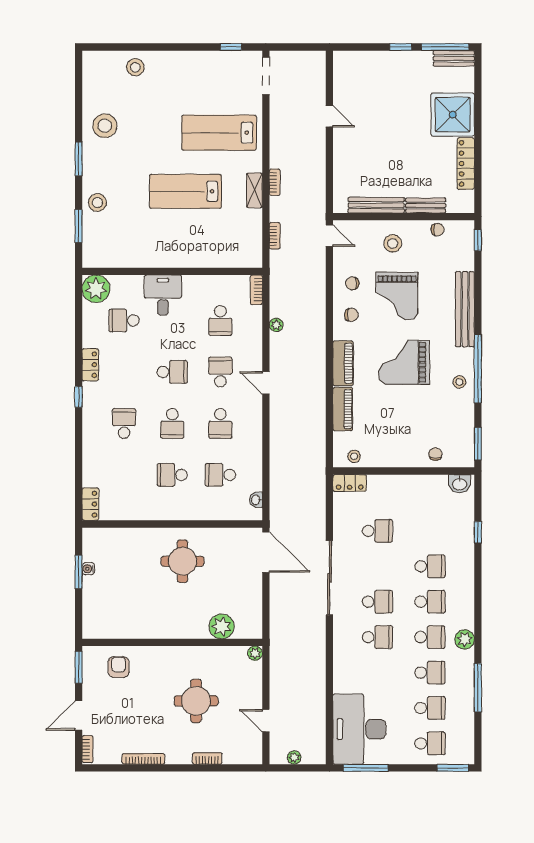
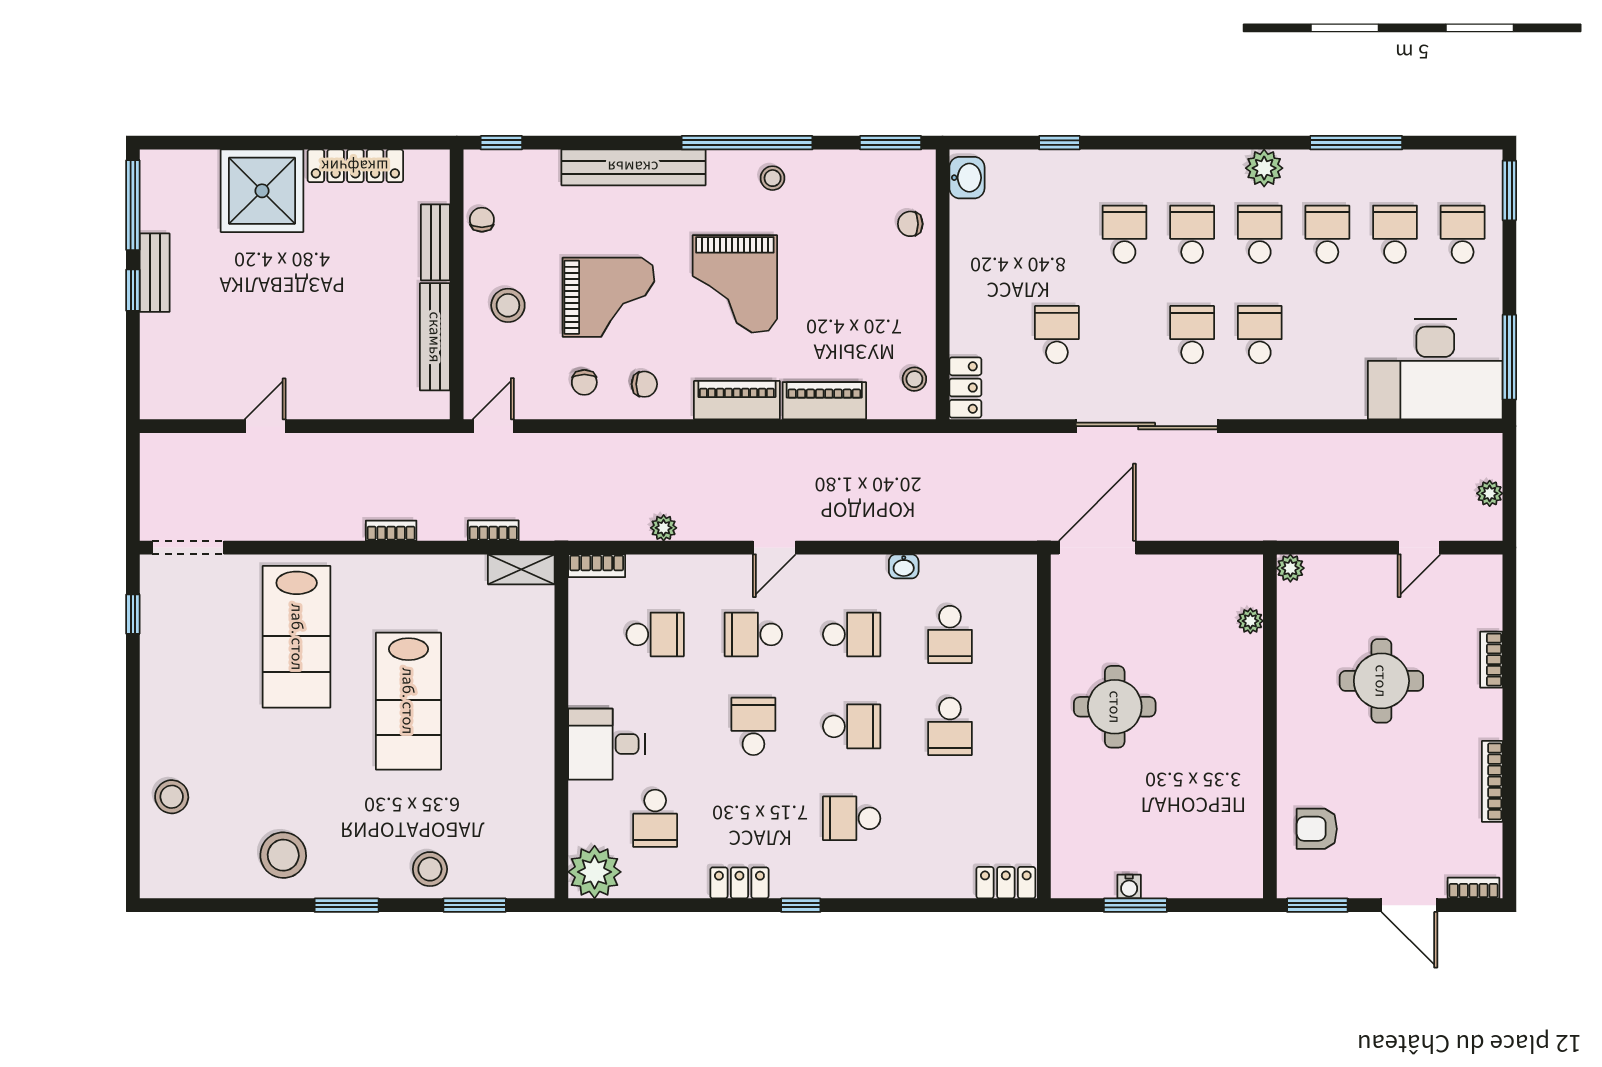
bench: (454, 58) -> (155, 273), moved
shelving: (254, 190) -> (521, 569), moved
chair: (351, 315) -> (644, 384), turned 90
washbasin: (256, 500) -> (904, 566), moved
plant: (222, 626) -> (1250, 621), width x0.53, depth x0.53

